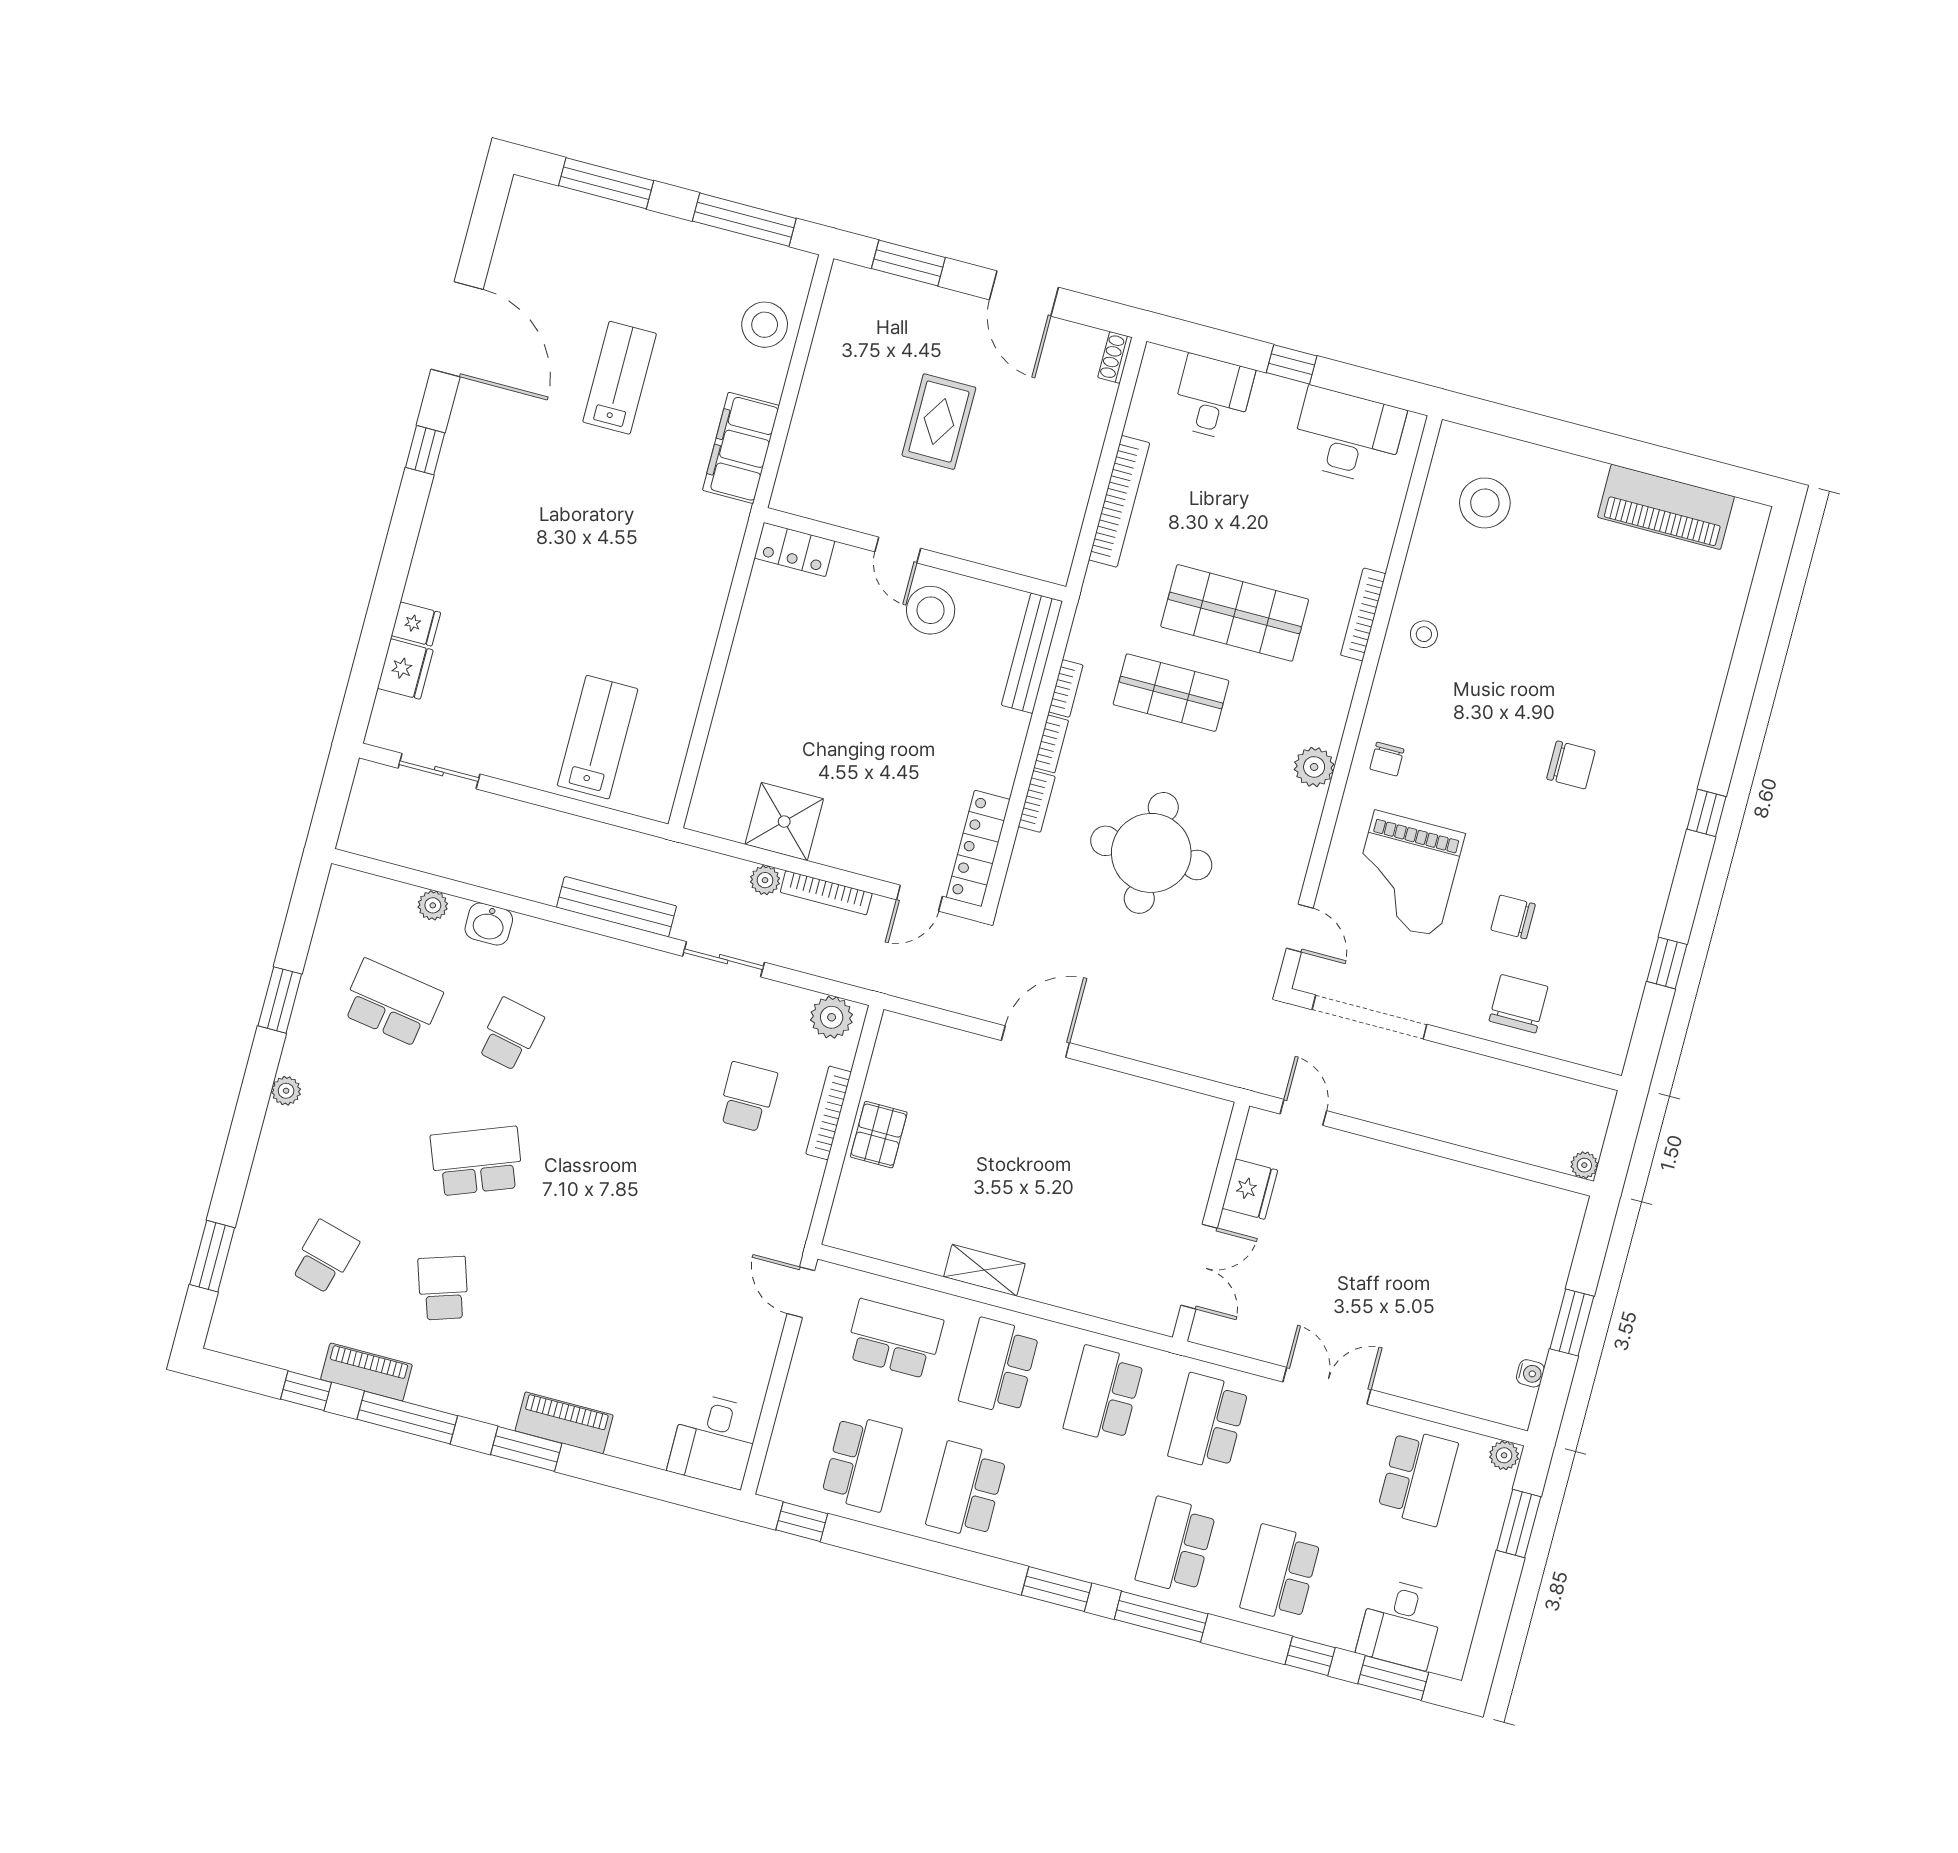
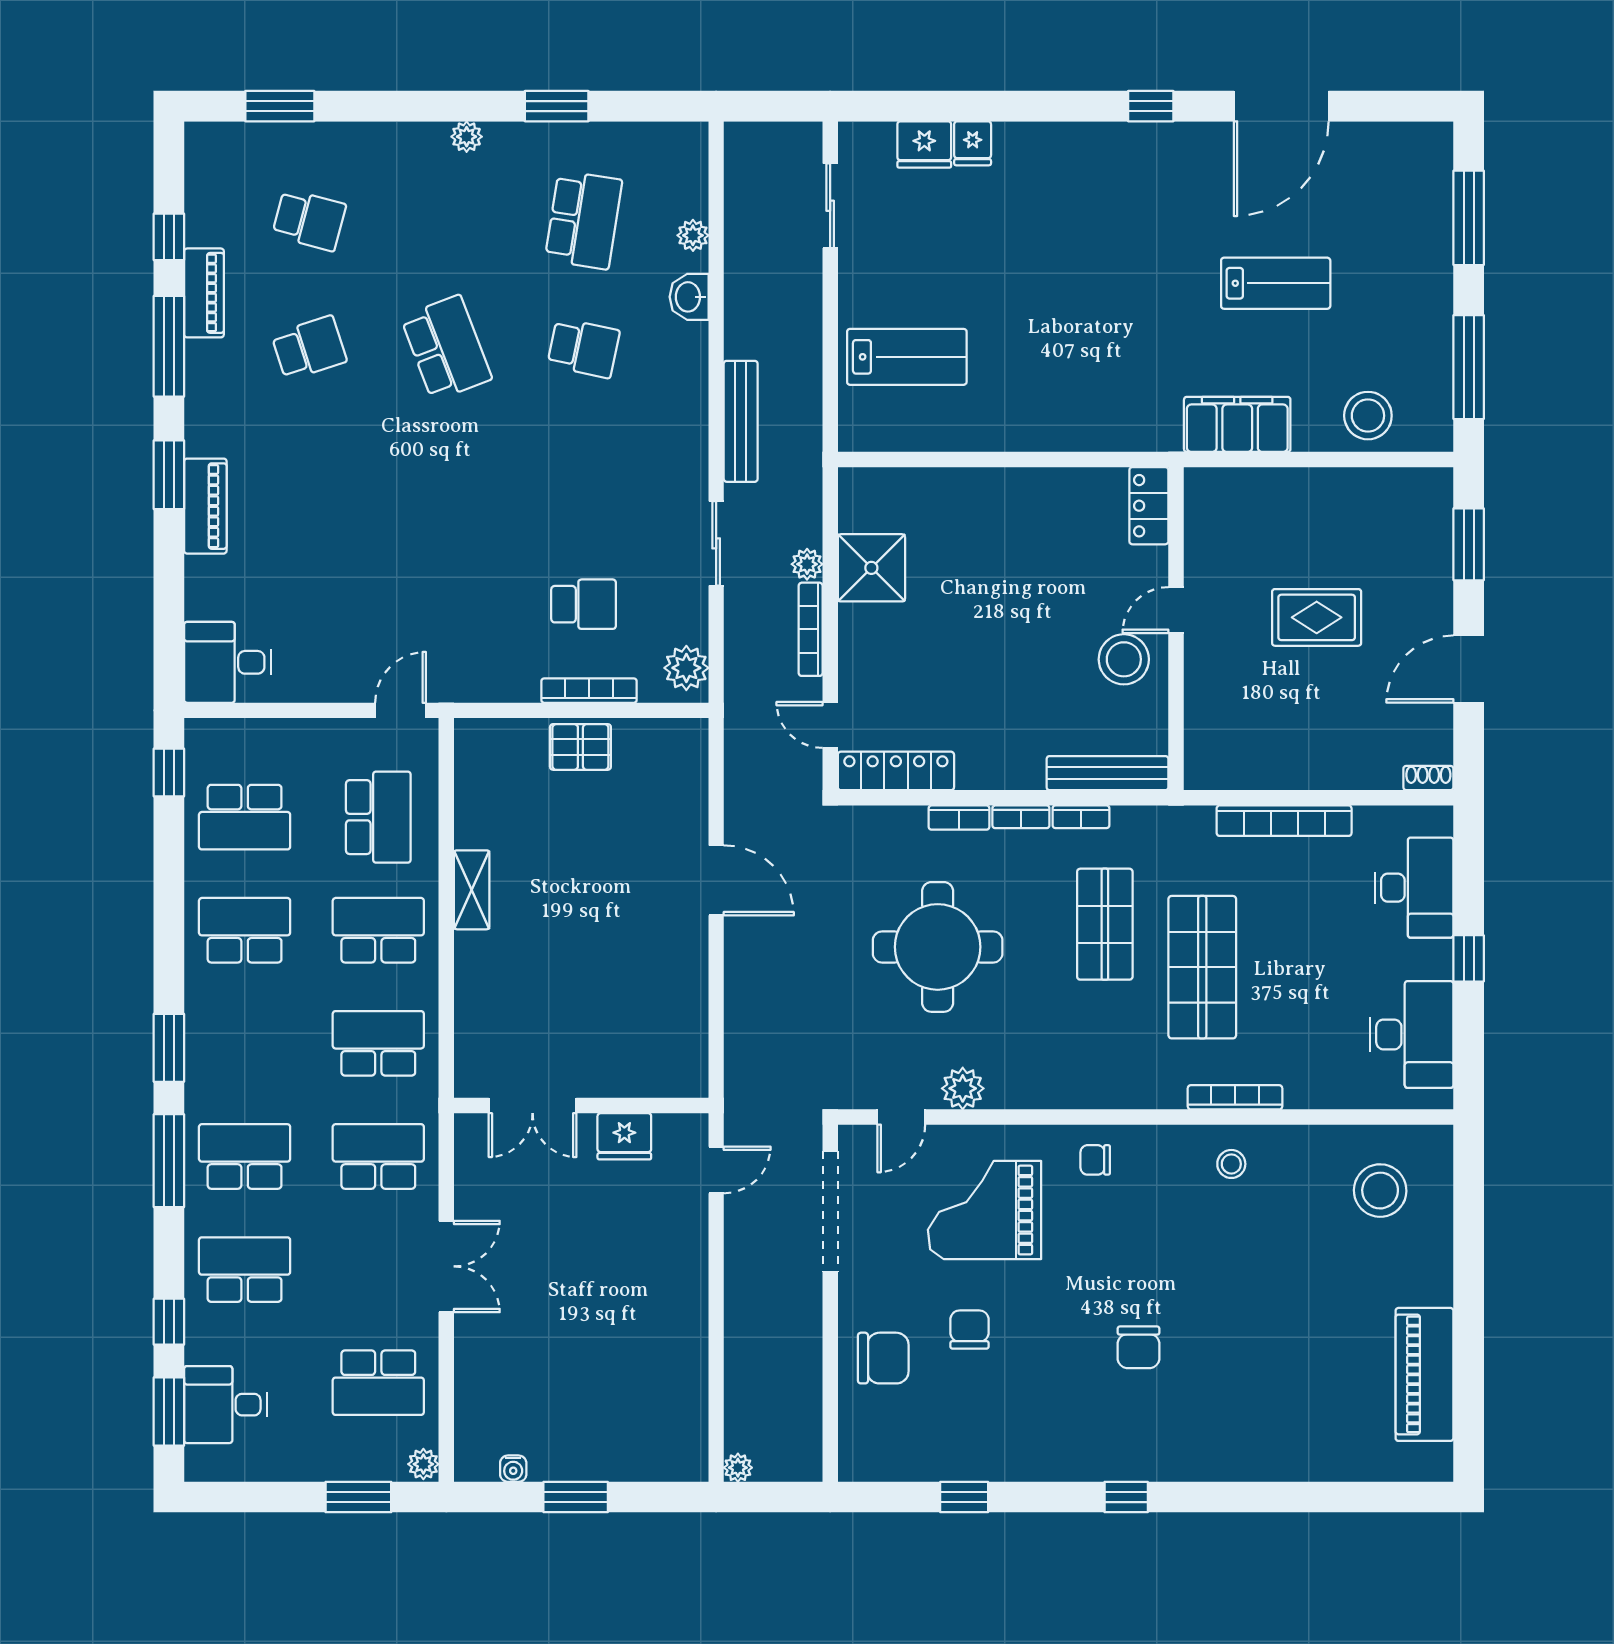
desk: (1213, 397) -> (1414, 888), width x1.37
plant: (1314, 767) -> (963, 1088), moved

